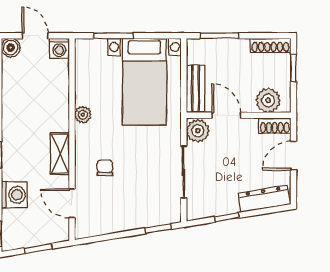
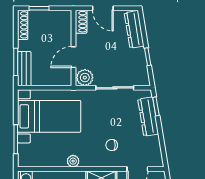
bench: (195, 89) -> (24, 69), moved, turned 90
plant: (268, 100) -> (63, 27), removed
dresser: (144, 218) -> (148, 117), added

